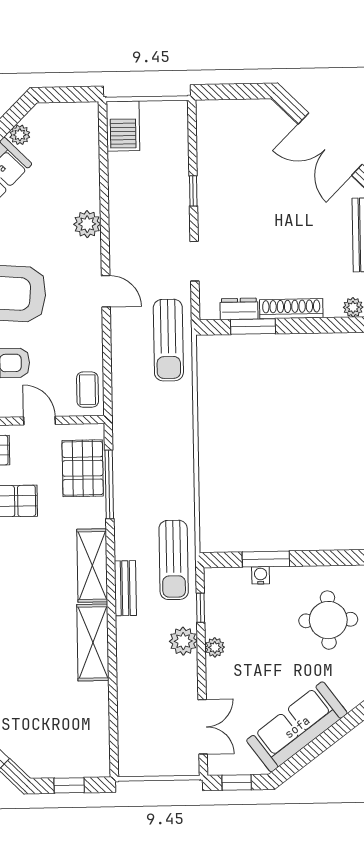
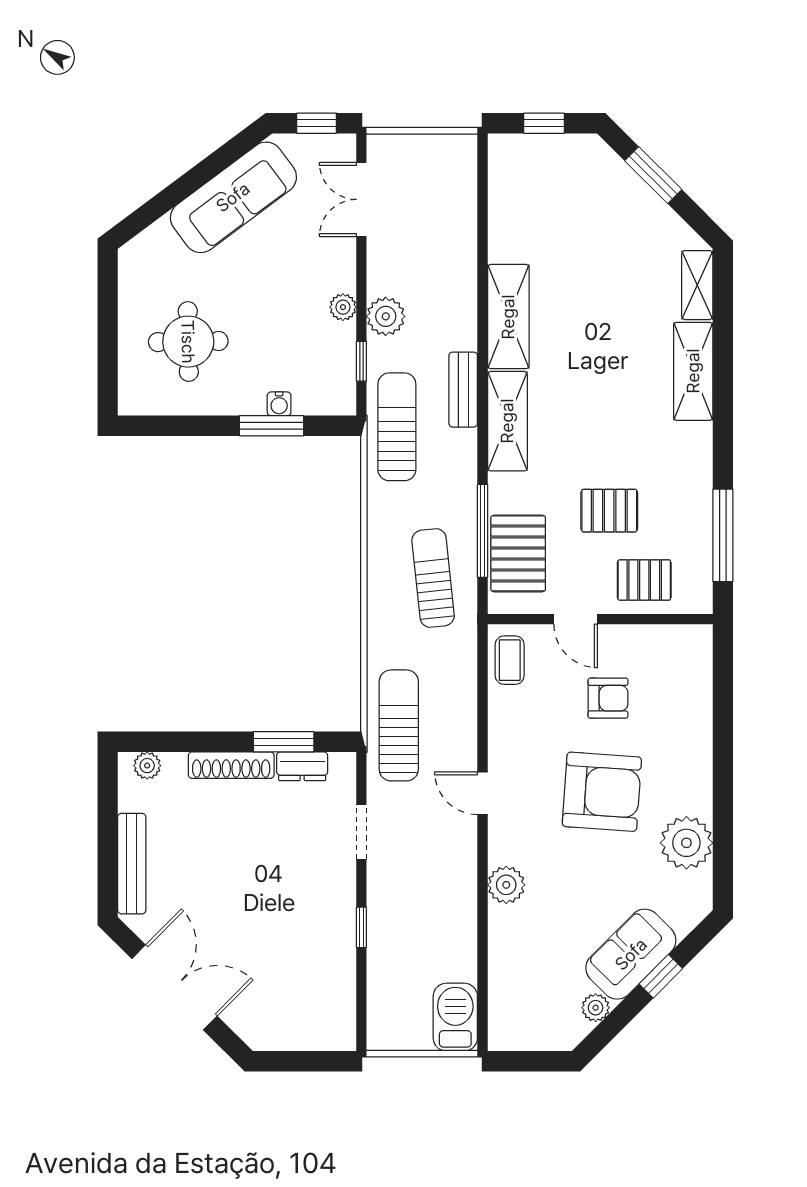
sun lounger: (145, 449) -> (433, 578), added

